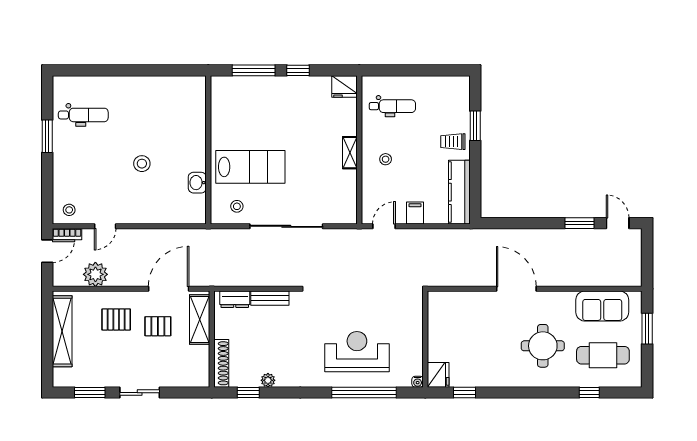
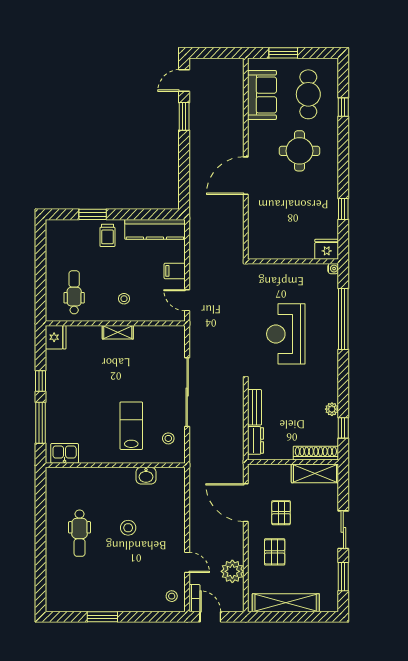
kitchen sink: (221, 96) -> (65, 453), added
dental chair: (83, 115) -> (80, 533), moved, turned 180
lab bench: (250, 167) -> (131, 426), width x0.73, depth x0.72
shelving: (200, 319) -> (315, 473), moved
reception desk: (357, 352) -> (286, 334), moved
window: (464, 393) -> (343, 209), moved

